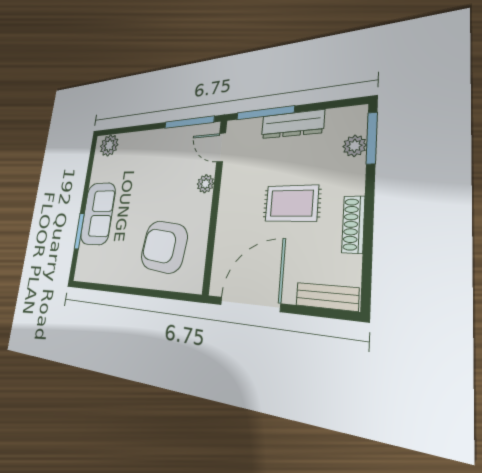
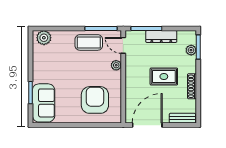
coffee table: (168, 147) -> (89, 42), added
sofa: (98, 213) -> (44, 103), moved
armchair: (164, 247) -> (95, 100), turned 83

